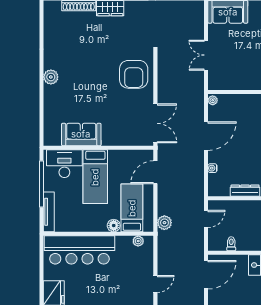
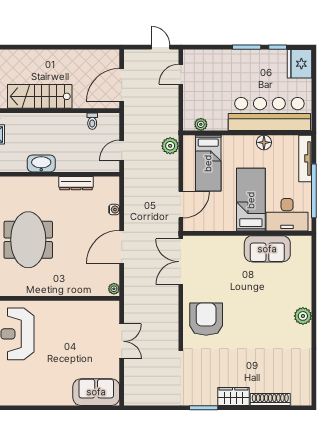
floor lamp: (114, 226) -> (264, 142), moved

